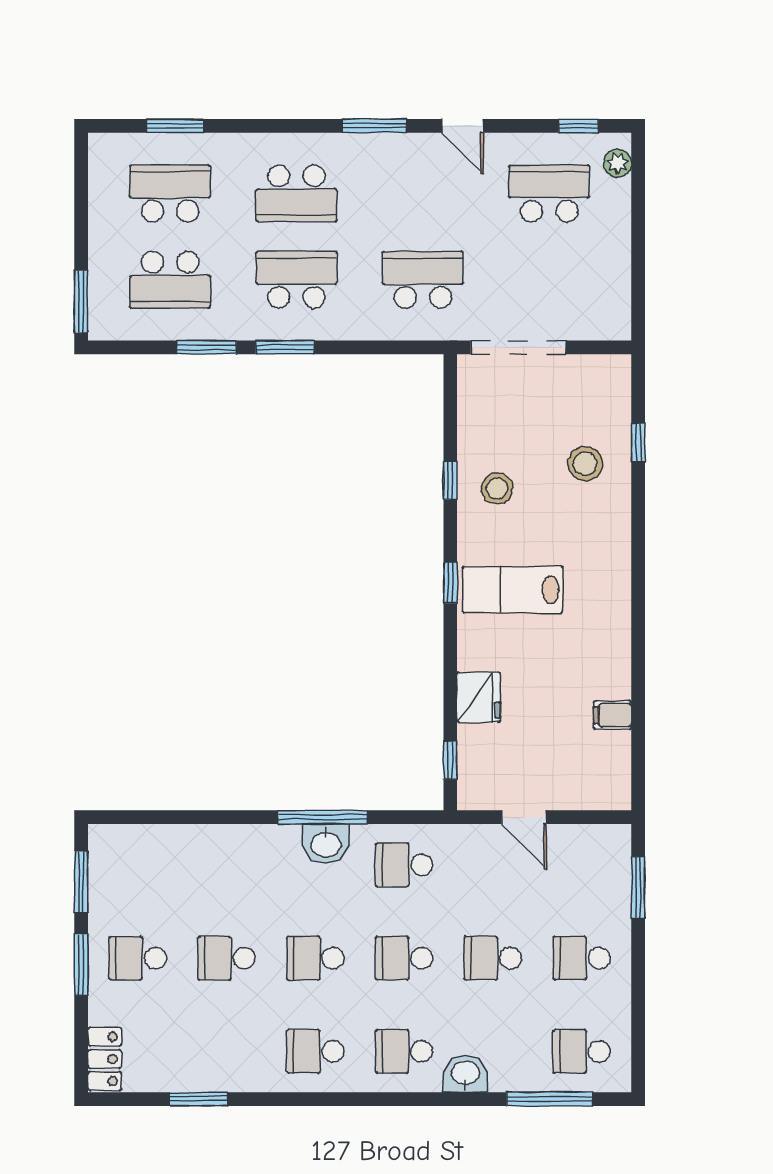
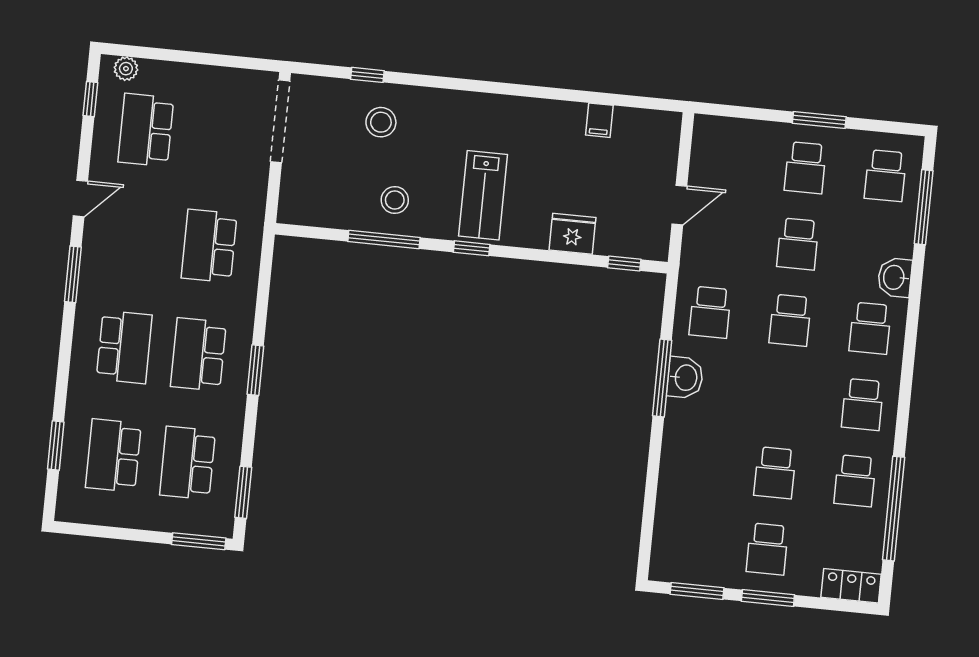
school desk: (170, 280) -> (188, 463), turned 180
window: (206, 347) -> (243, 492), moved
doorway: (518, 347) -> (280, 121), moved
window: (450, 480) -> (384, 240), width x2.17
window: (638, 888) -> (819, 120), moved
school desk: (315, 958) -> (855, 481), moved
window: (199, 1099) -> (894, 509), width x2.11

